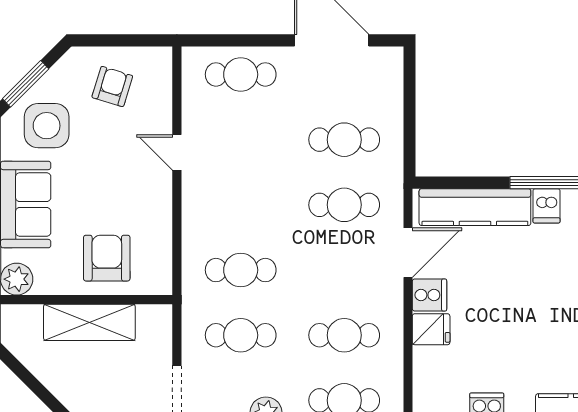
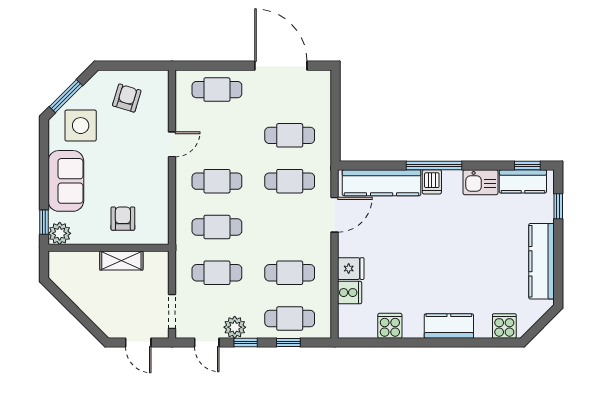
door: (177, 152) -> (172, 144), swing flipped
cafe table: (241, 205) -> (217, 181), added
armchair: (107, 258) -> (123, 219), width x0.72, depth x0.72
cooker: (429, 295) -> (350, 293), moved
shelving: (89, 322) -> (121, 261), width x0.67, depth x0.75

